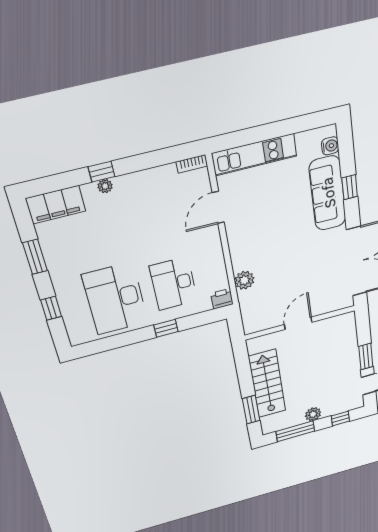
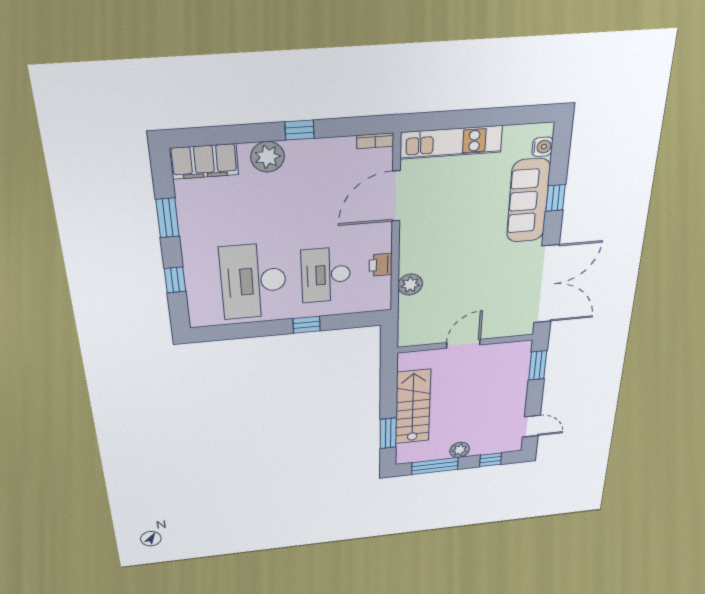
window: (102, 172) -> (300, 130), moved
plant: (105, 186) -> (268, 157), width x1.87, depth x1.87
door: (218, 207) -> (396, 196), width x1.36
printer: (222, 299) -> (381, 265), moved, turned -90
window: (366, 357) -> (538, 365), moved

